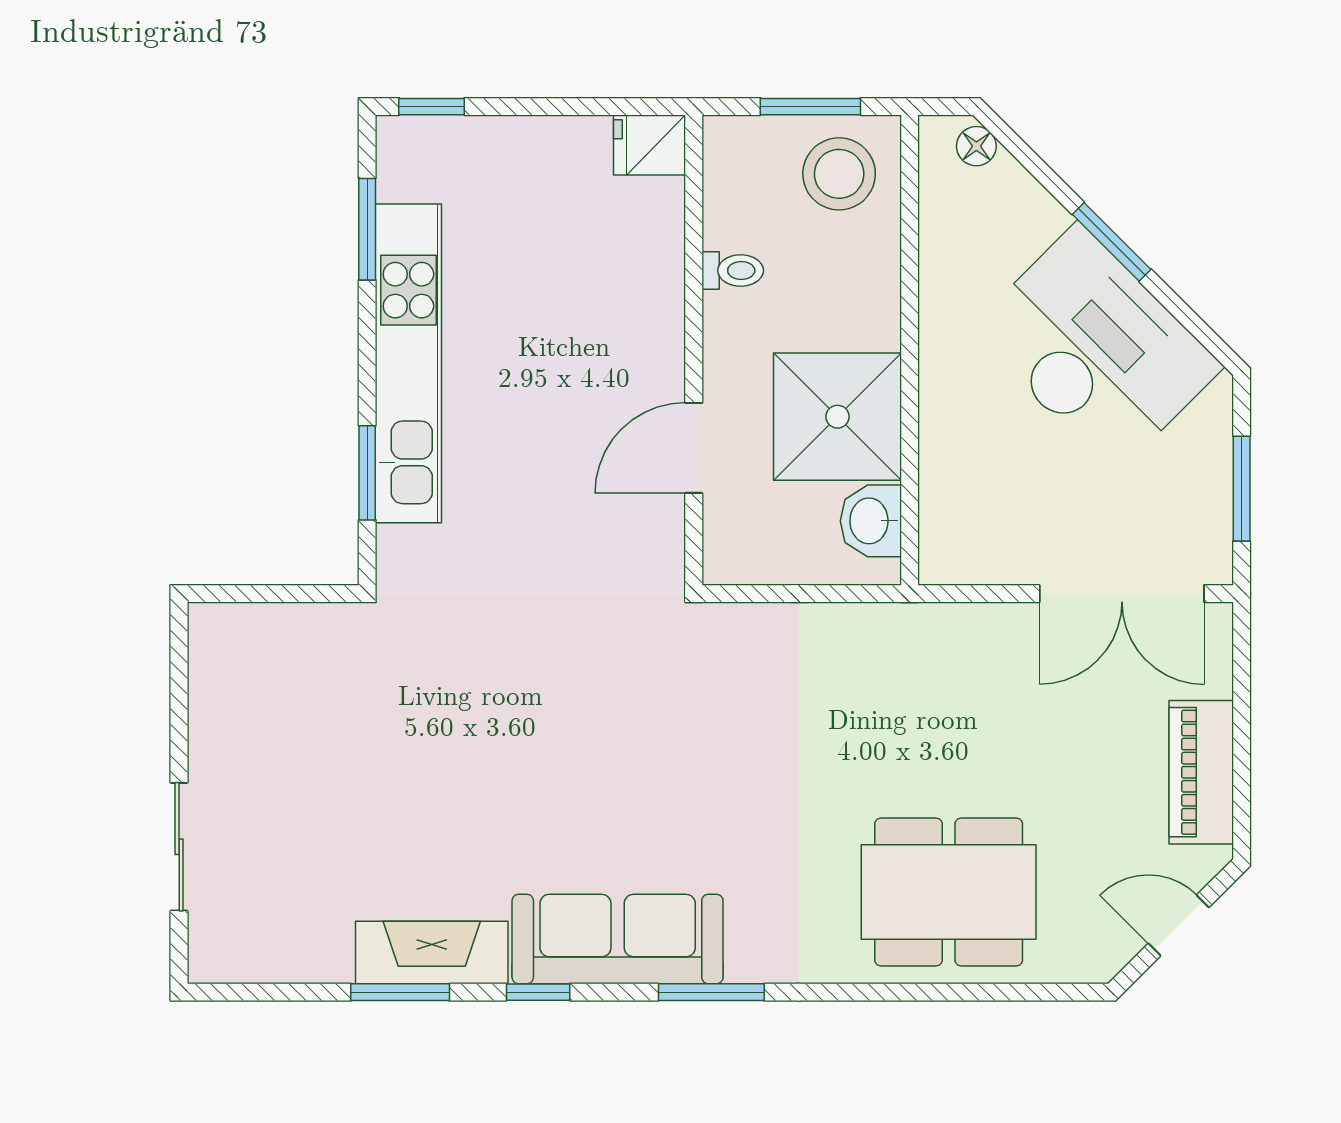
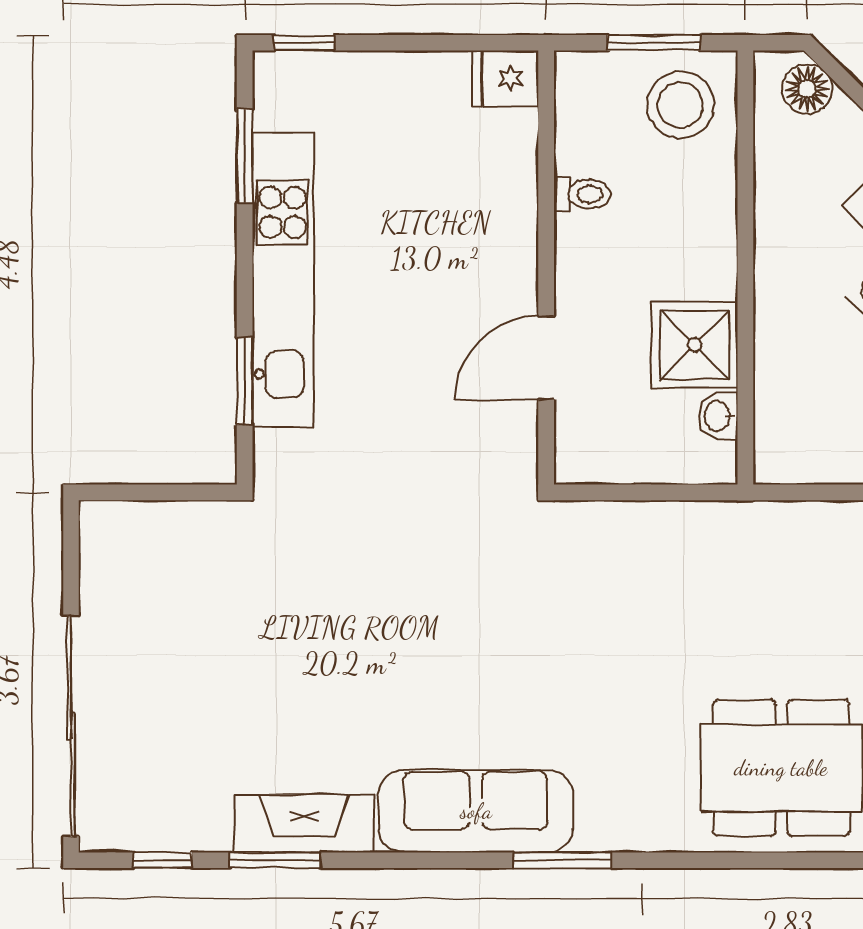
floor lamp: (976, 146) -> (807, 89), width x1.37, depth x1.37
shower: (837, 417) -> (695, 345), width x0.73, depth x0.73
washbasin: (871, 521) -> (718, 416), width x0.72, depth x0.69
sliding door: (179, 847) -> (71, 726), width x1.86
window: (538, 992) -> (163, 860), moved

